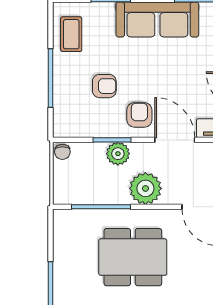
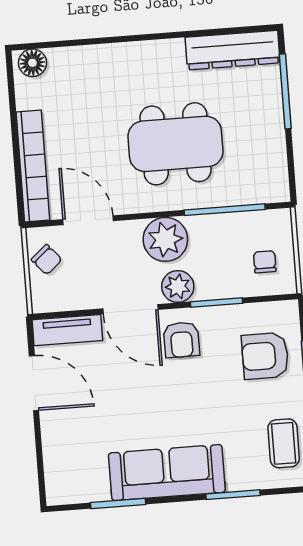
armchair: (104, 86) -> (265, 356), moved, width x1.38, depth x1.38
chair: (62, 152) -> (265, 262), moved
plant: (118, 154) -> (178, 286), moved

